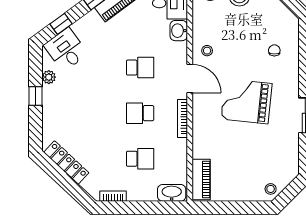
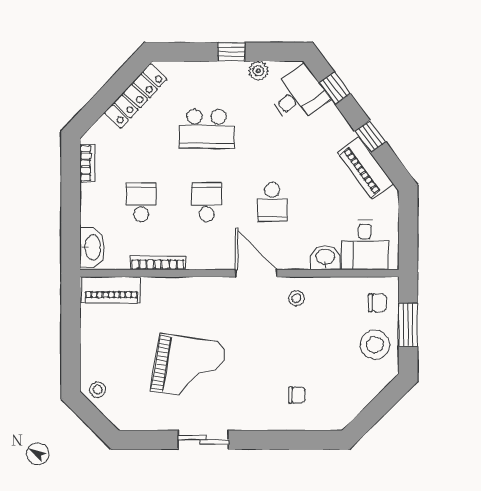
door: (190, 79) -> (256, 273), swing flipped
grand piano: (247, 101) -> (188, 367), moved, turned 93
school desk: (89, 113) -> (207, 129), added
bookcase: (182, 118) -> (158, 263), moved
school desk: (140, 159) -> (141, 202), turned 180

